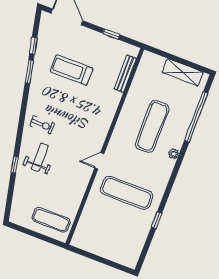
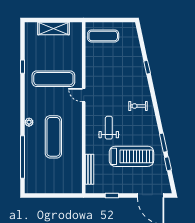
treadmill: (72, 70) -> (131, 156), width x1.37, depth x1.38
shelving: (183, 72) -> (54, 28), moved
weight bench: (40, 157) -> (109, 128), moved, turned 180
door: (99, 161) -> (84, 95), swing flipped

